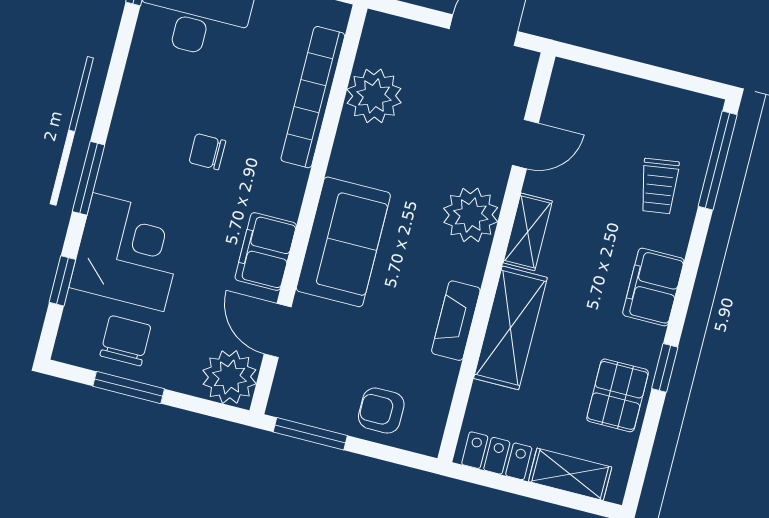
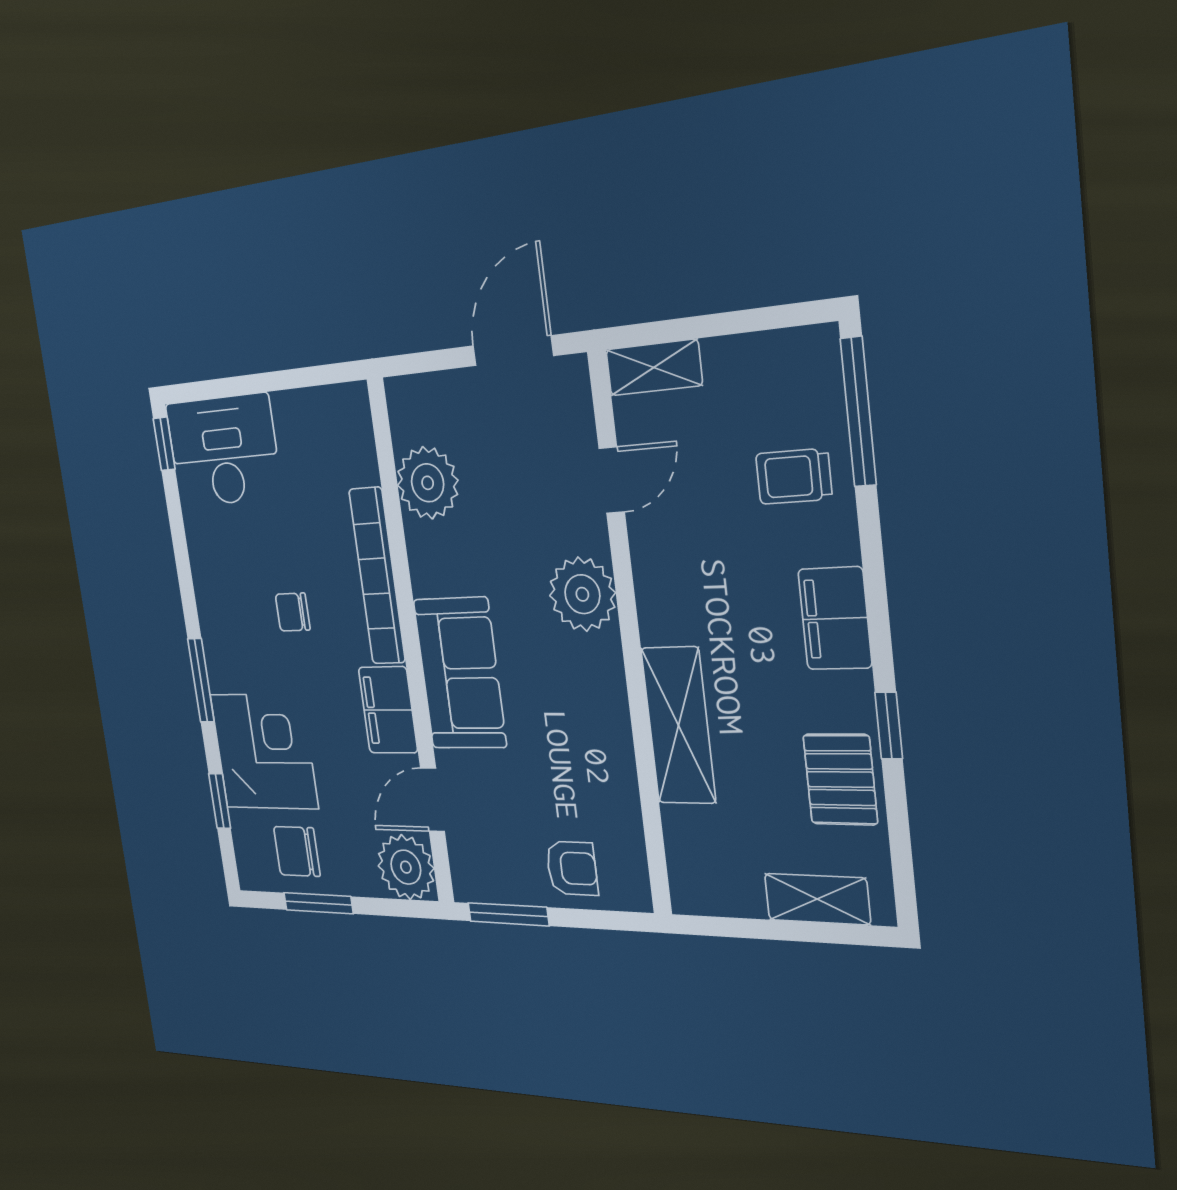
bookcase: (313, 97) -> (377, 576), moved
trolley: (659, 186) -> (794, 476), turned 98
shelving: (528, 232) -> (654, 367), moved, turned 90
fireplace: (456, 321) -> (613, 734), removed
door: (278, 330) -> (432, 800), hinge flipped
chair: (125, 341) -> (297, 851), turned -90
armchair: (381, 411) -> (572, 868), turned 180
locker: (497, 456) -> (720, 895), removed

